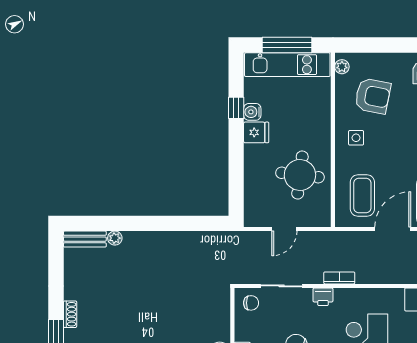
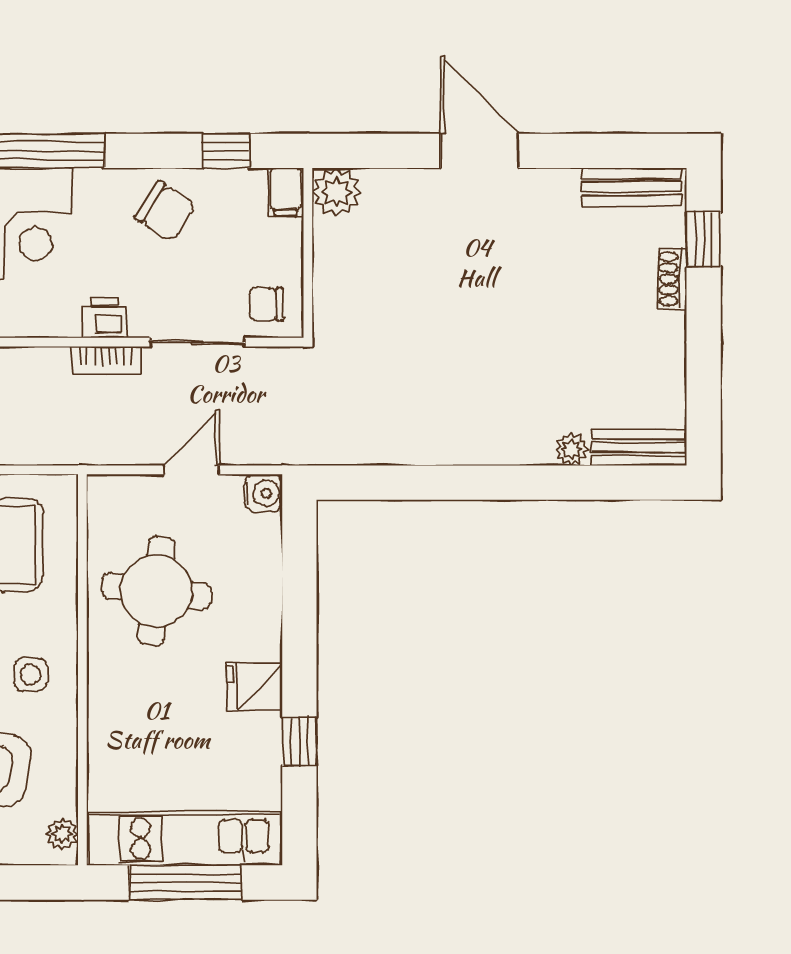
water cooler: (252, 112) -> (263, 493), moved
bookcase: (339, 278) -> (106, 360), moved

